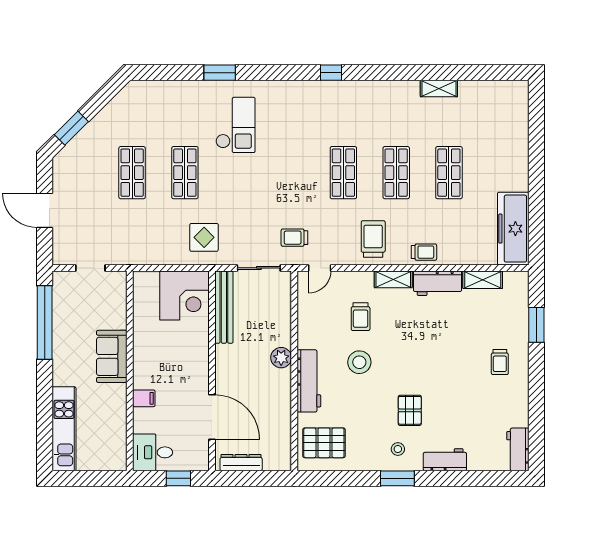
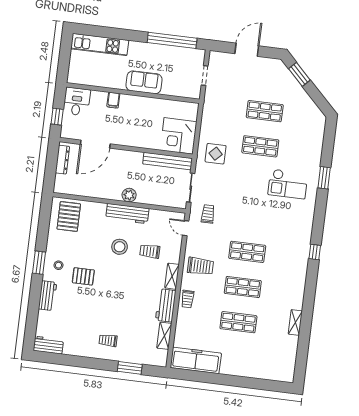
workbench: (309, 381) -> (127, 214), moved

